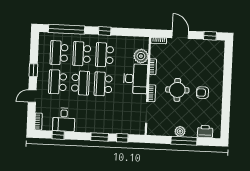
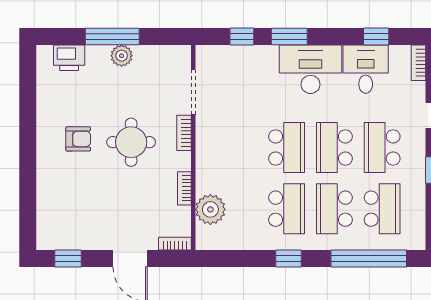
school desk: (82, 54) -> (334, 209), turned 180
desk: (135, 79) -> (310, 69), moved, turned 90
school desk: (58, 82) -> (382, 147), turned 180

